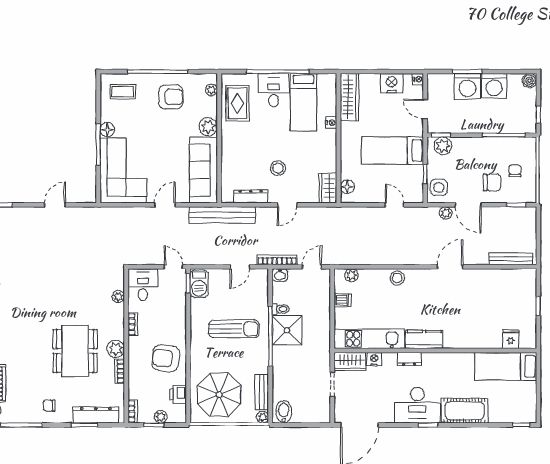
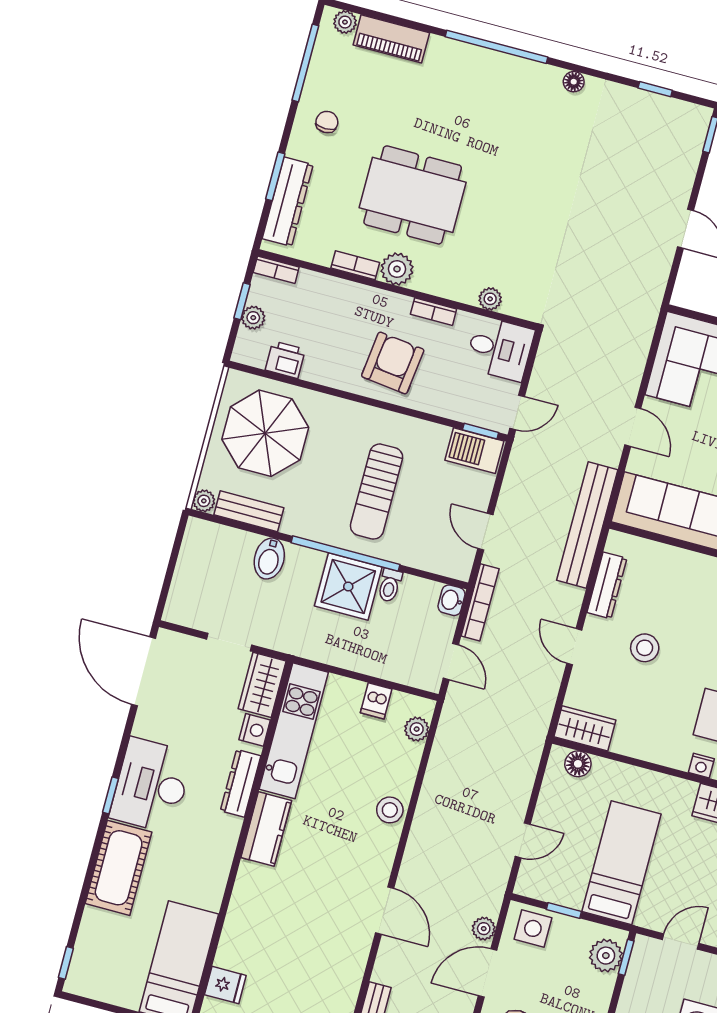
armchair: (166, 358) -> (393, 363), moved
dresser: (409, 359) -> (241, 783), width x1.44
bidet: (284, 412) -> (269, 559), moved, turned 90

